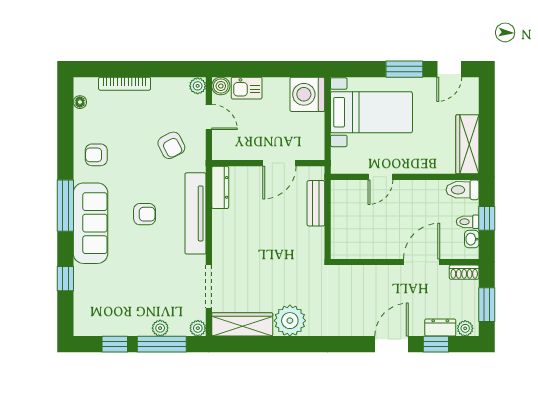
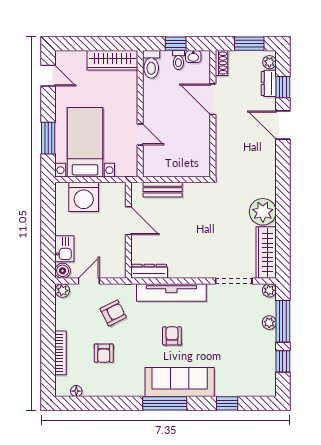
window: (404, 69) -> (48, 138), moved
washing machine: (307, 94) -> (84, 197), moved
armchair: (96, 155) -> (104, 353), moved

